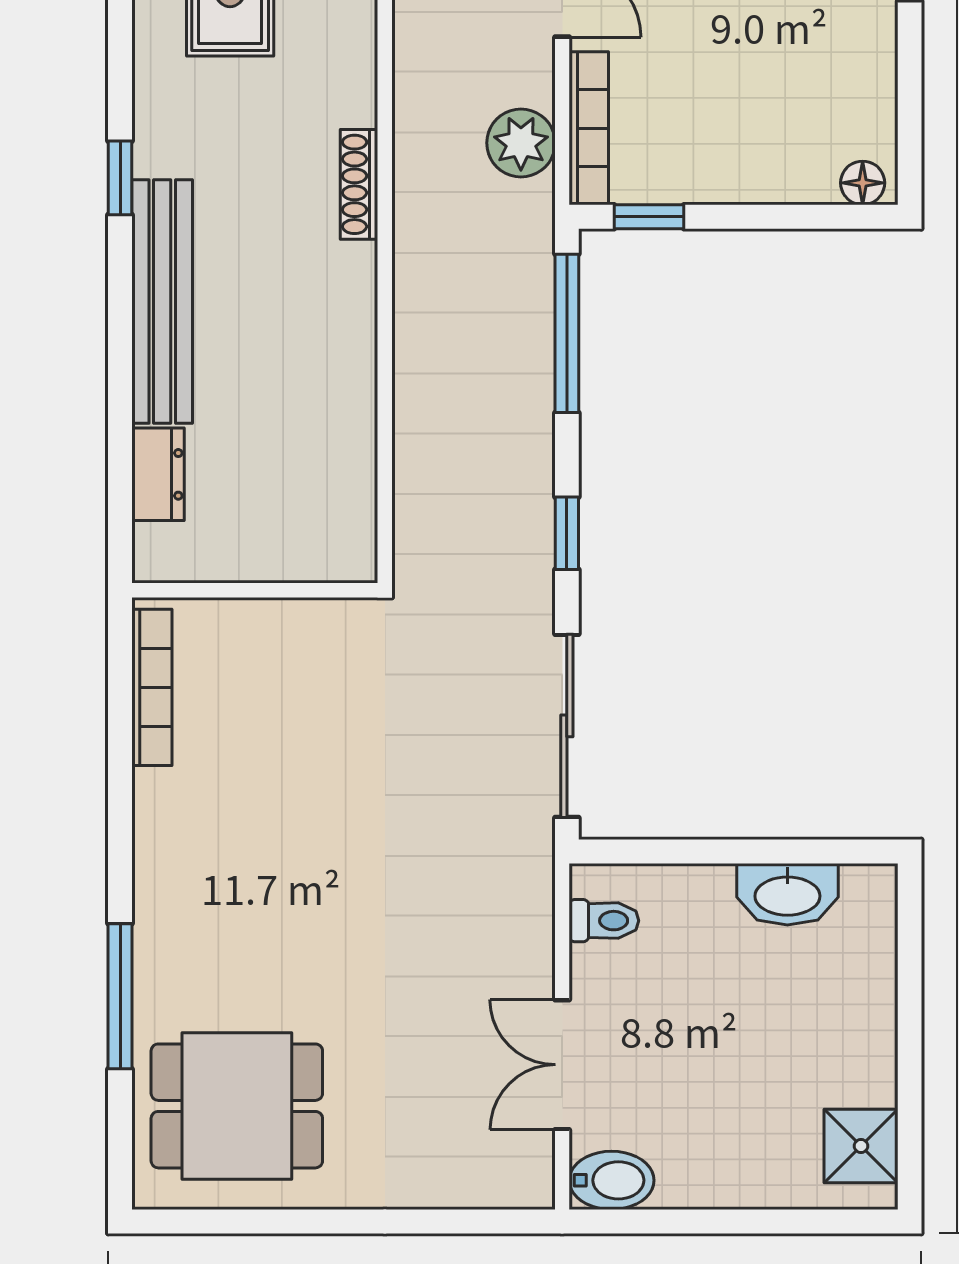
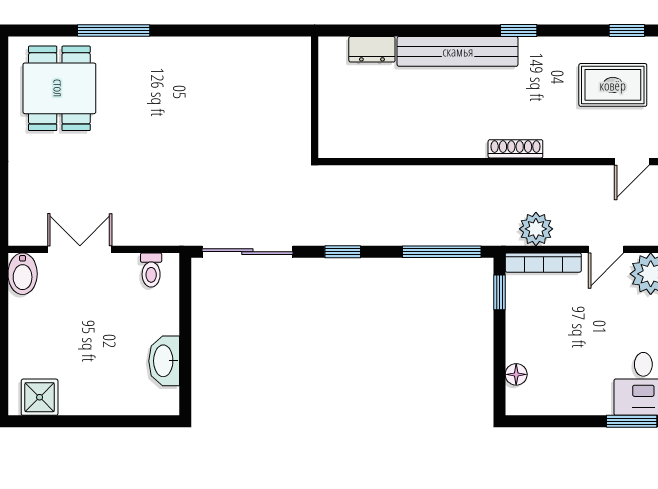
floor lamp: (863, 183) -> (516, 374), moved
bookcase: (152, 687) -> (267, 46), removed

